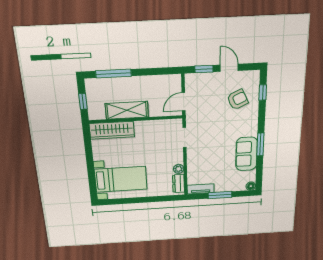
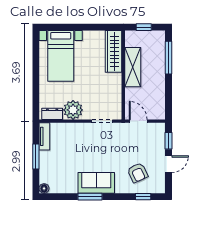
sofa: (246, 154) -> (96, 183), moved
plant: (179, 169) -> (73, 110), width x1.88, depth x1.88

